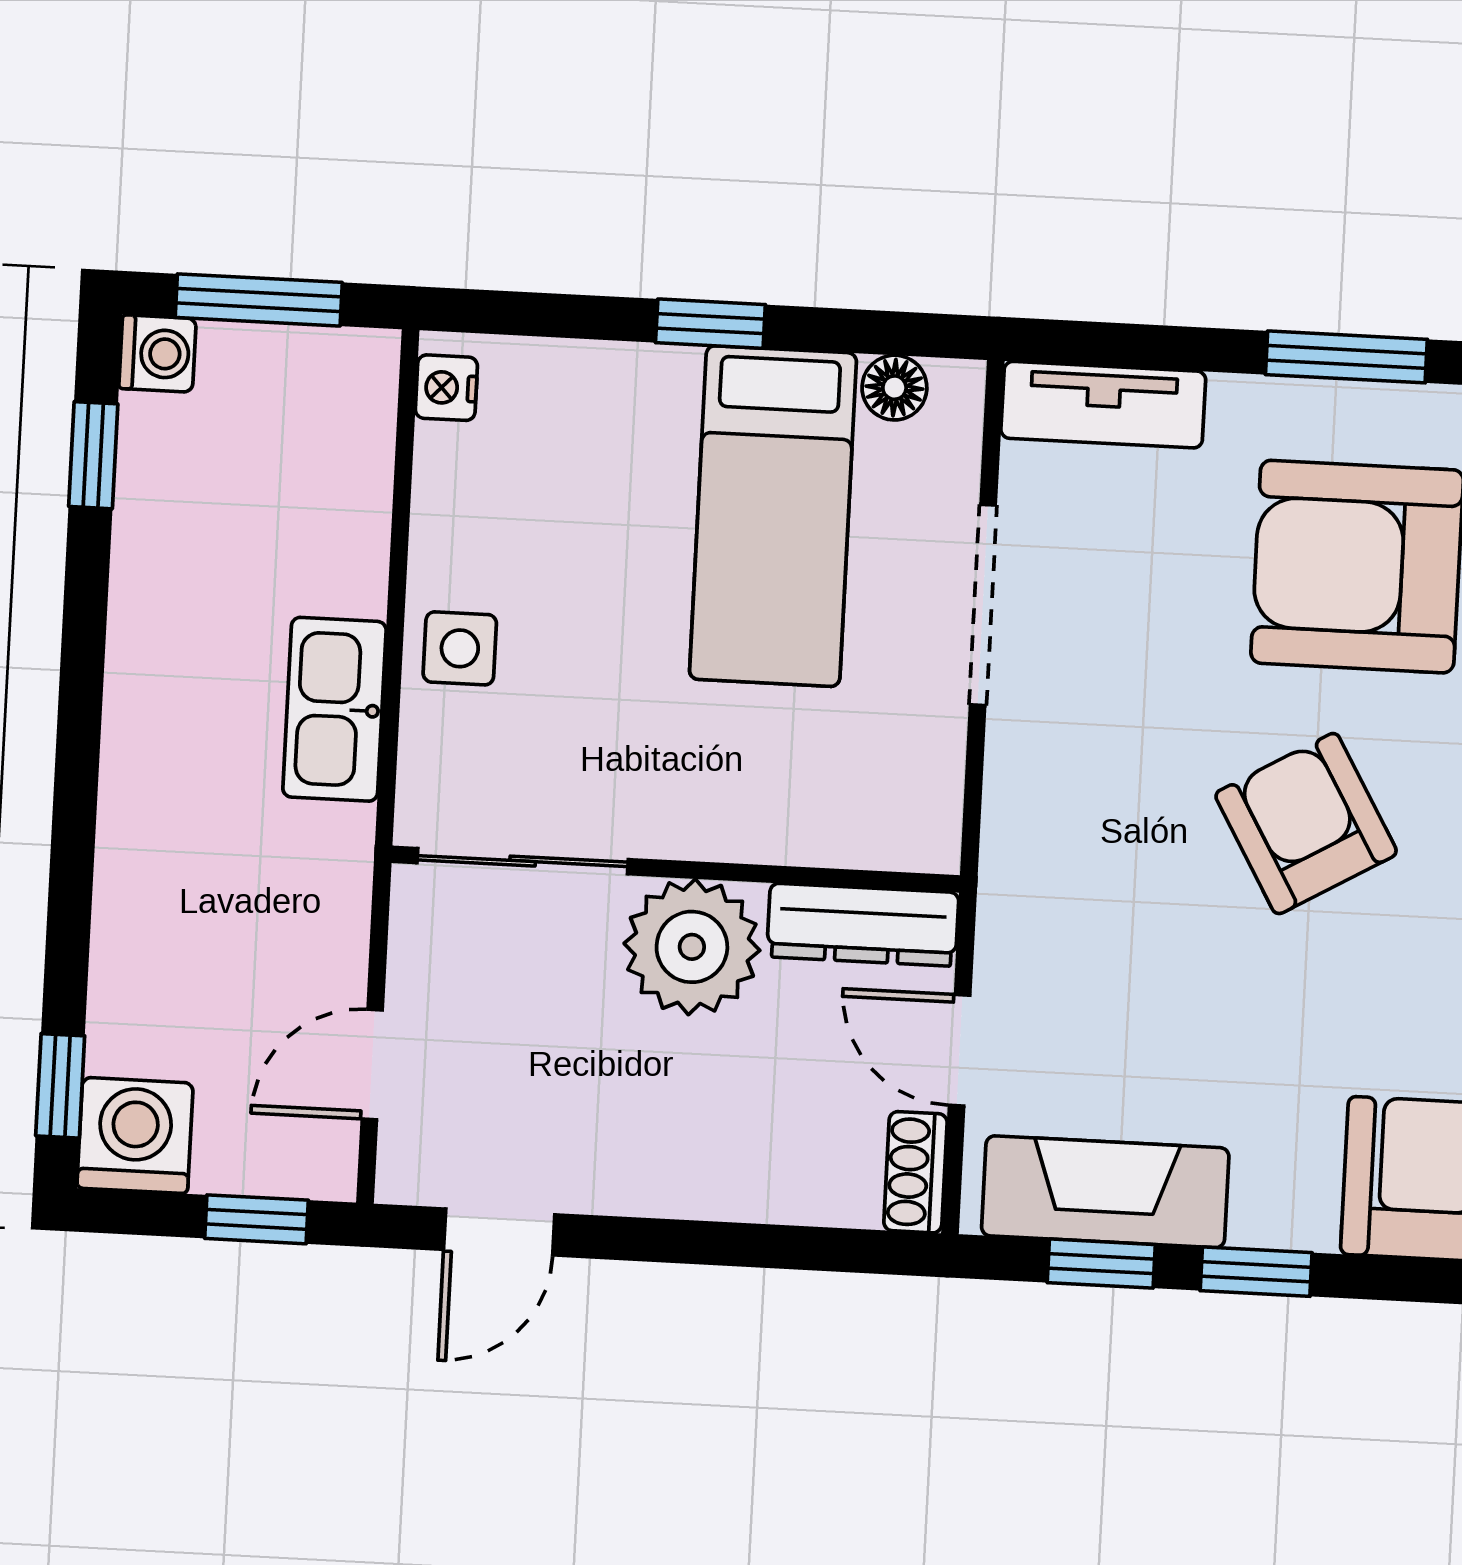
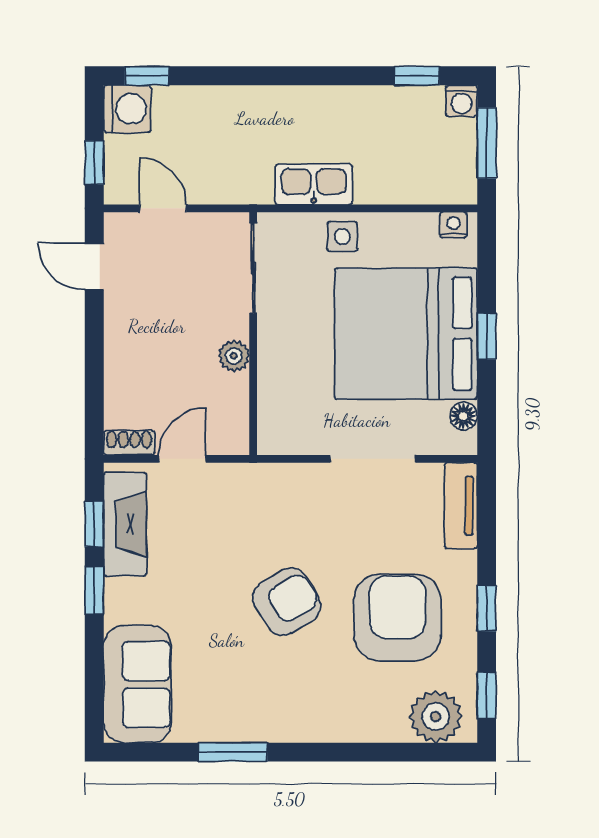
window: (1346, 357) -> (487, 608), width x0.67
bed: (773, 516) -> (406, 334), width x2.04
dresser: (863, 925) -> (234, 415), removed
plant: (692, 947) -> (234, 356), width x0.53, depth x0.53

